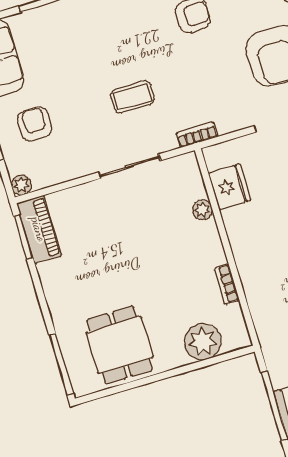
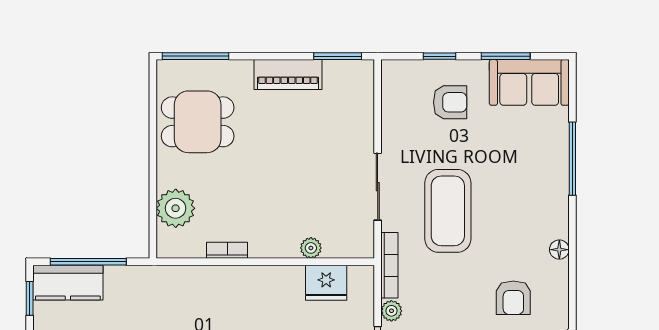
coffee table: (132, 97) -> (448, 211), width x1.86, depth x1.72
bookcase: (197, 135) -> (389, 265), width x1.56
plant: (21, 185) -> (391, 311), moved
piano: (39, 229) -> (288, 75), moved

